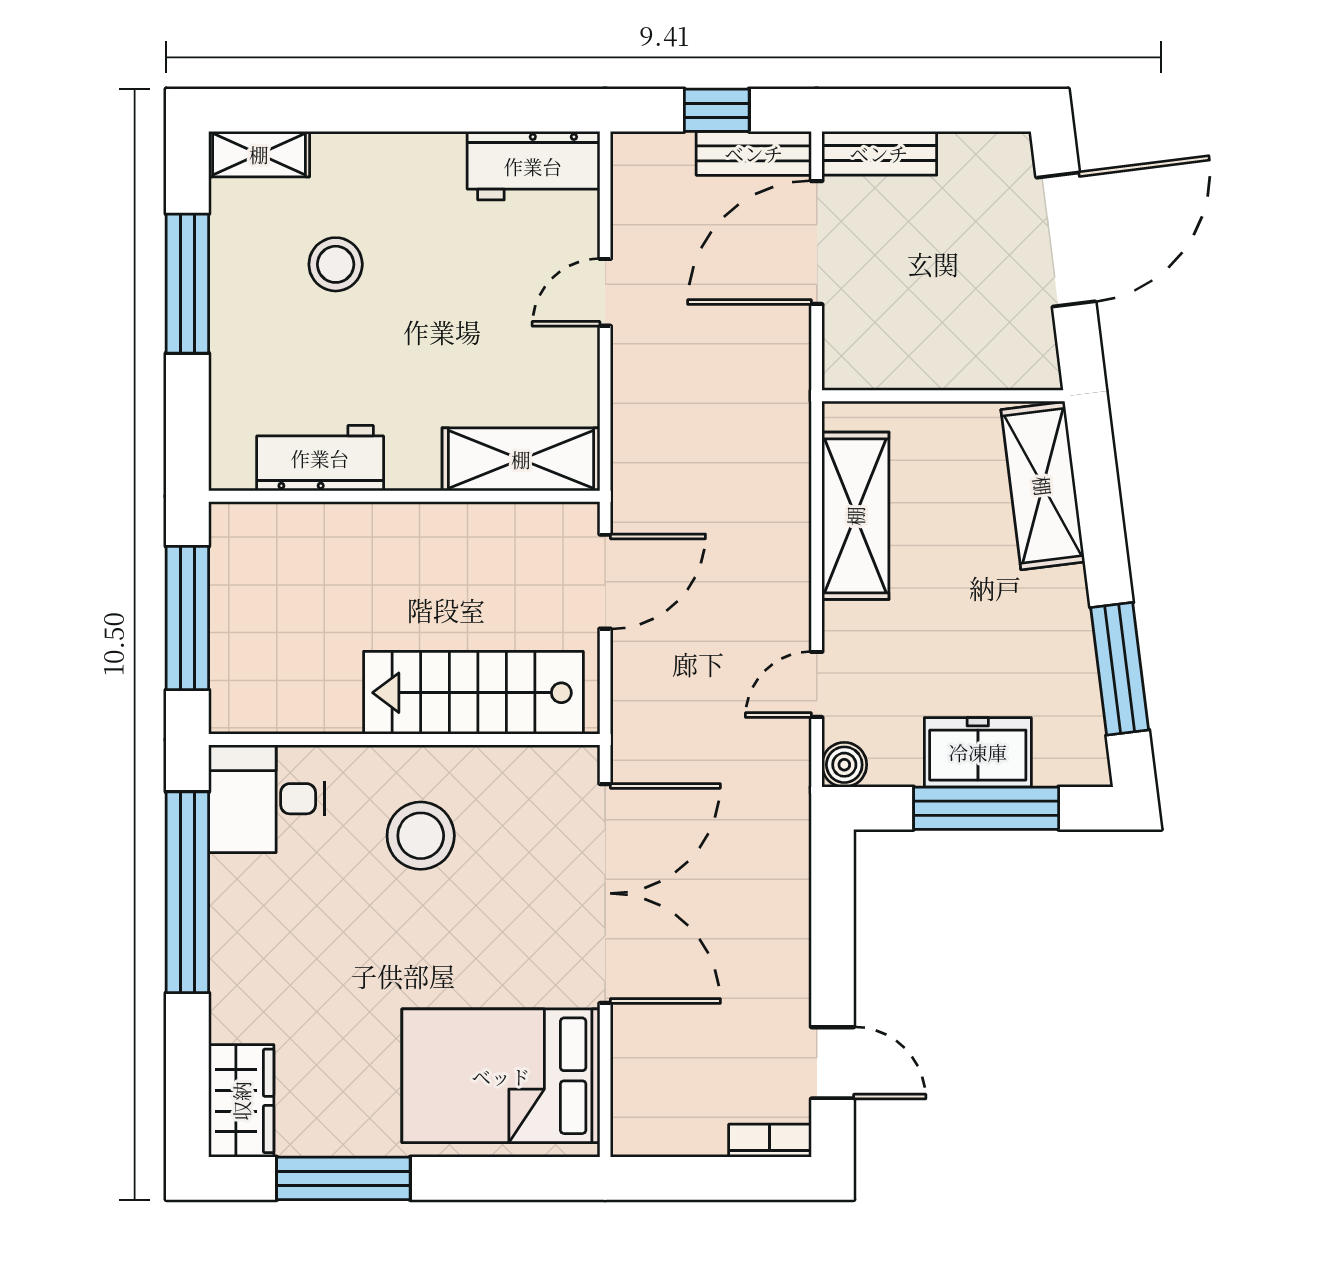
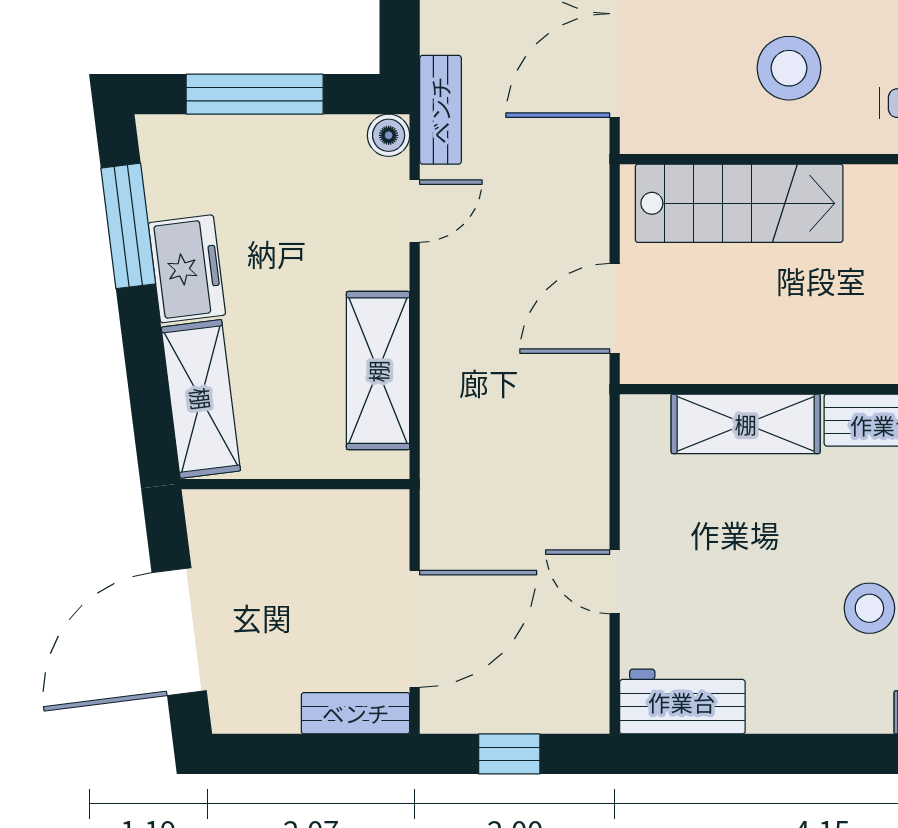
bench: (754, 153) -> (440, 110), moved, turned 90
door: (605, 292) -> (615, 582), swing flipped
shelving: (521, 459) -> (746, 424), moved
freezer: (978, 752) -> (187, 269), moved, turned -97

